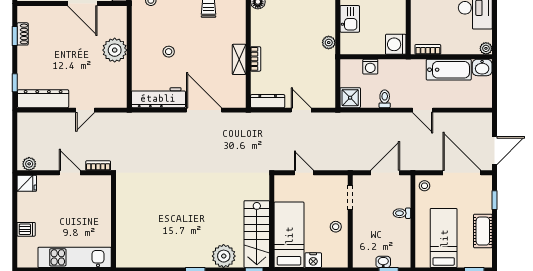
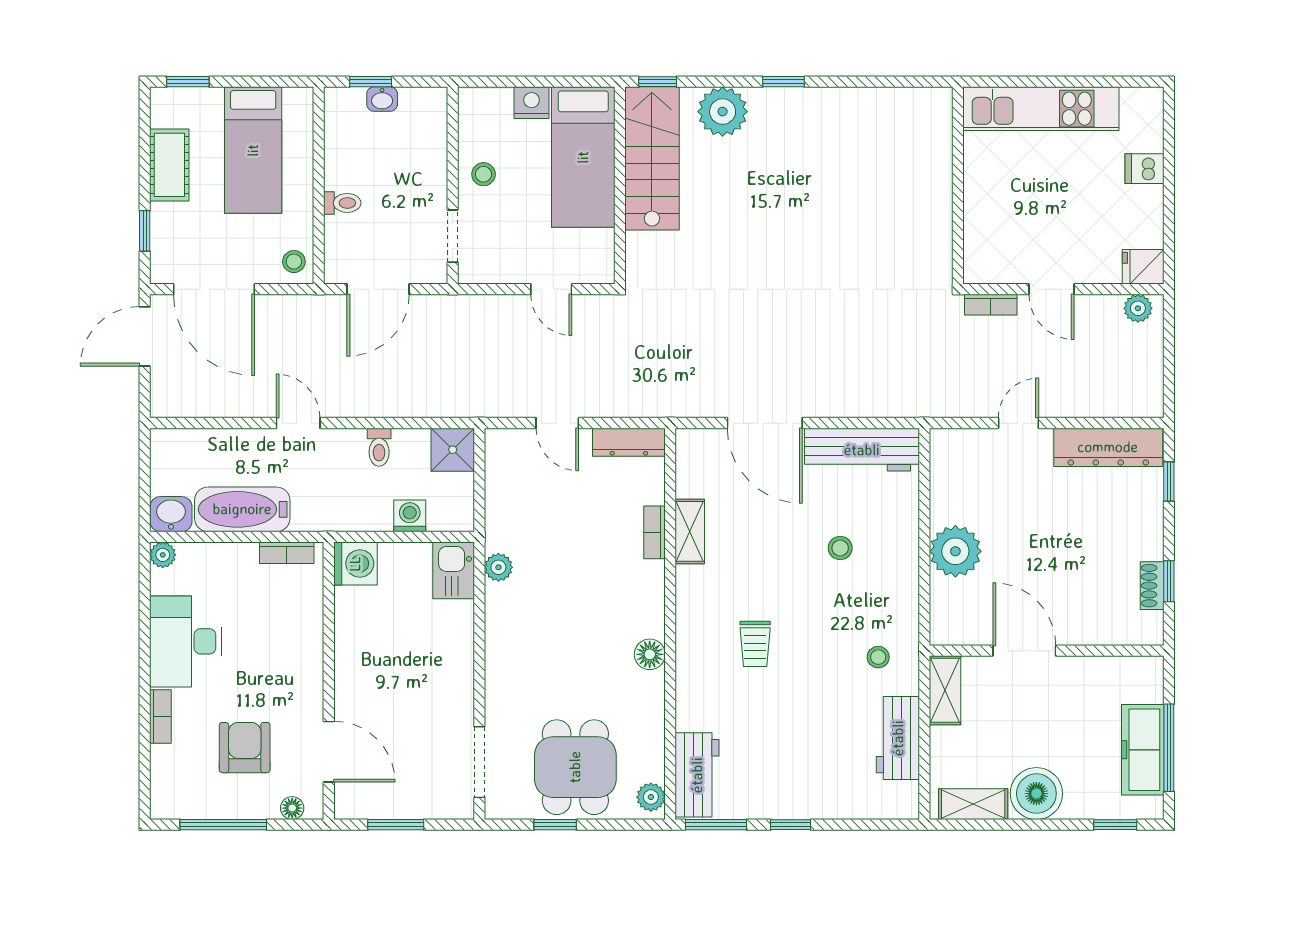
kitchen sink: (350, 19) -> (454, 570), moved

